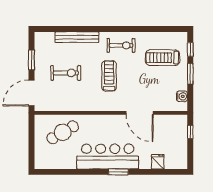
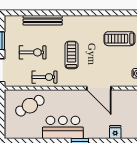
exercise bike: (121, 45) -> (44, 77), moved
bar counter: (108, 157) -> (63, 127), width x0.73

